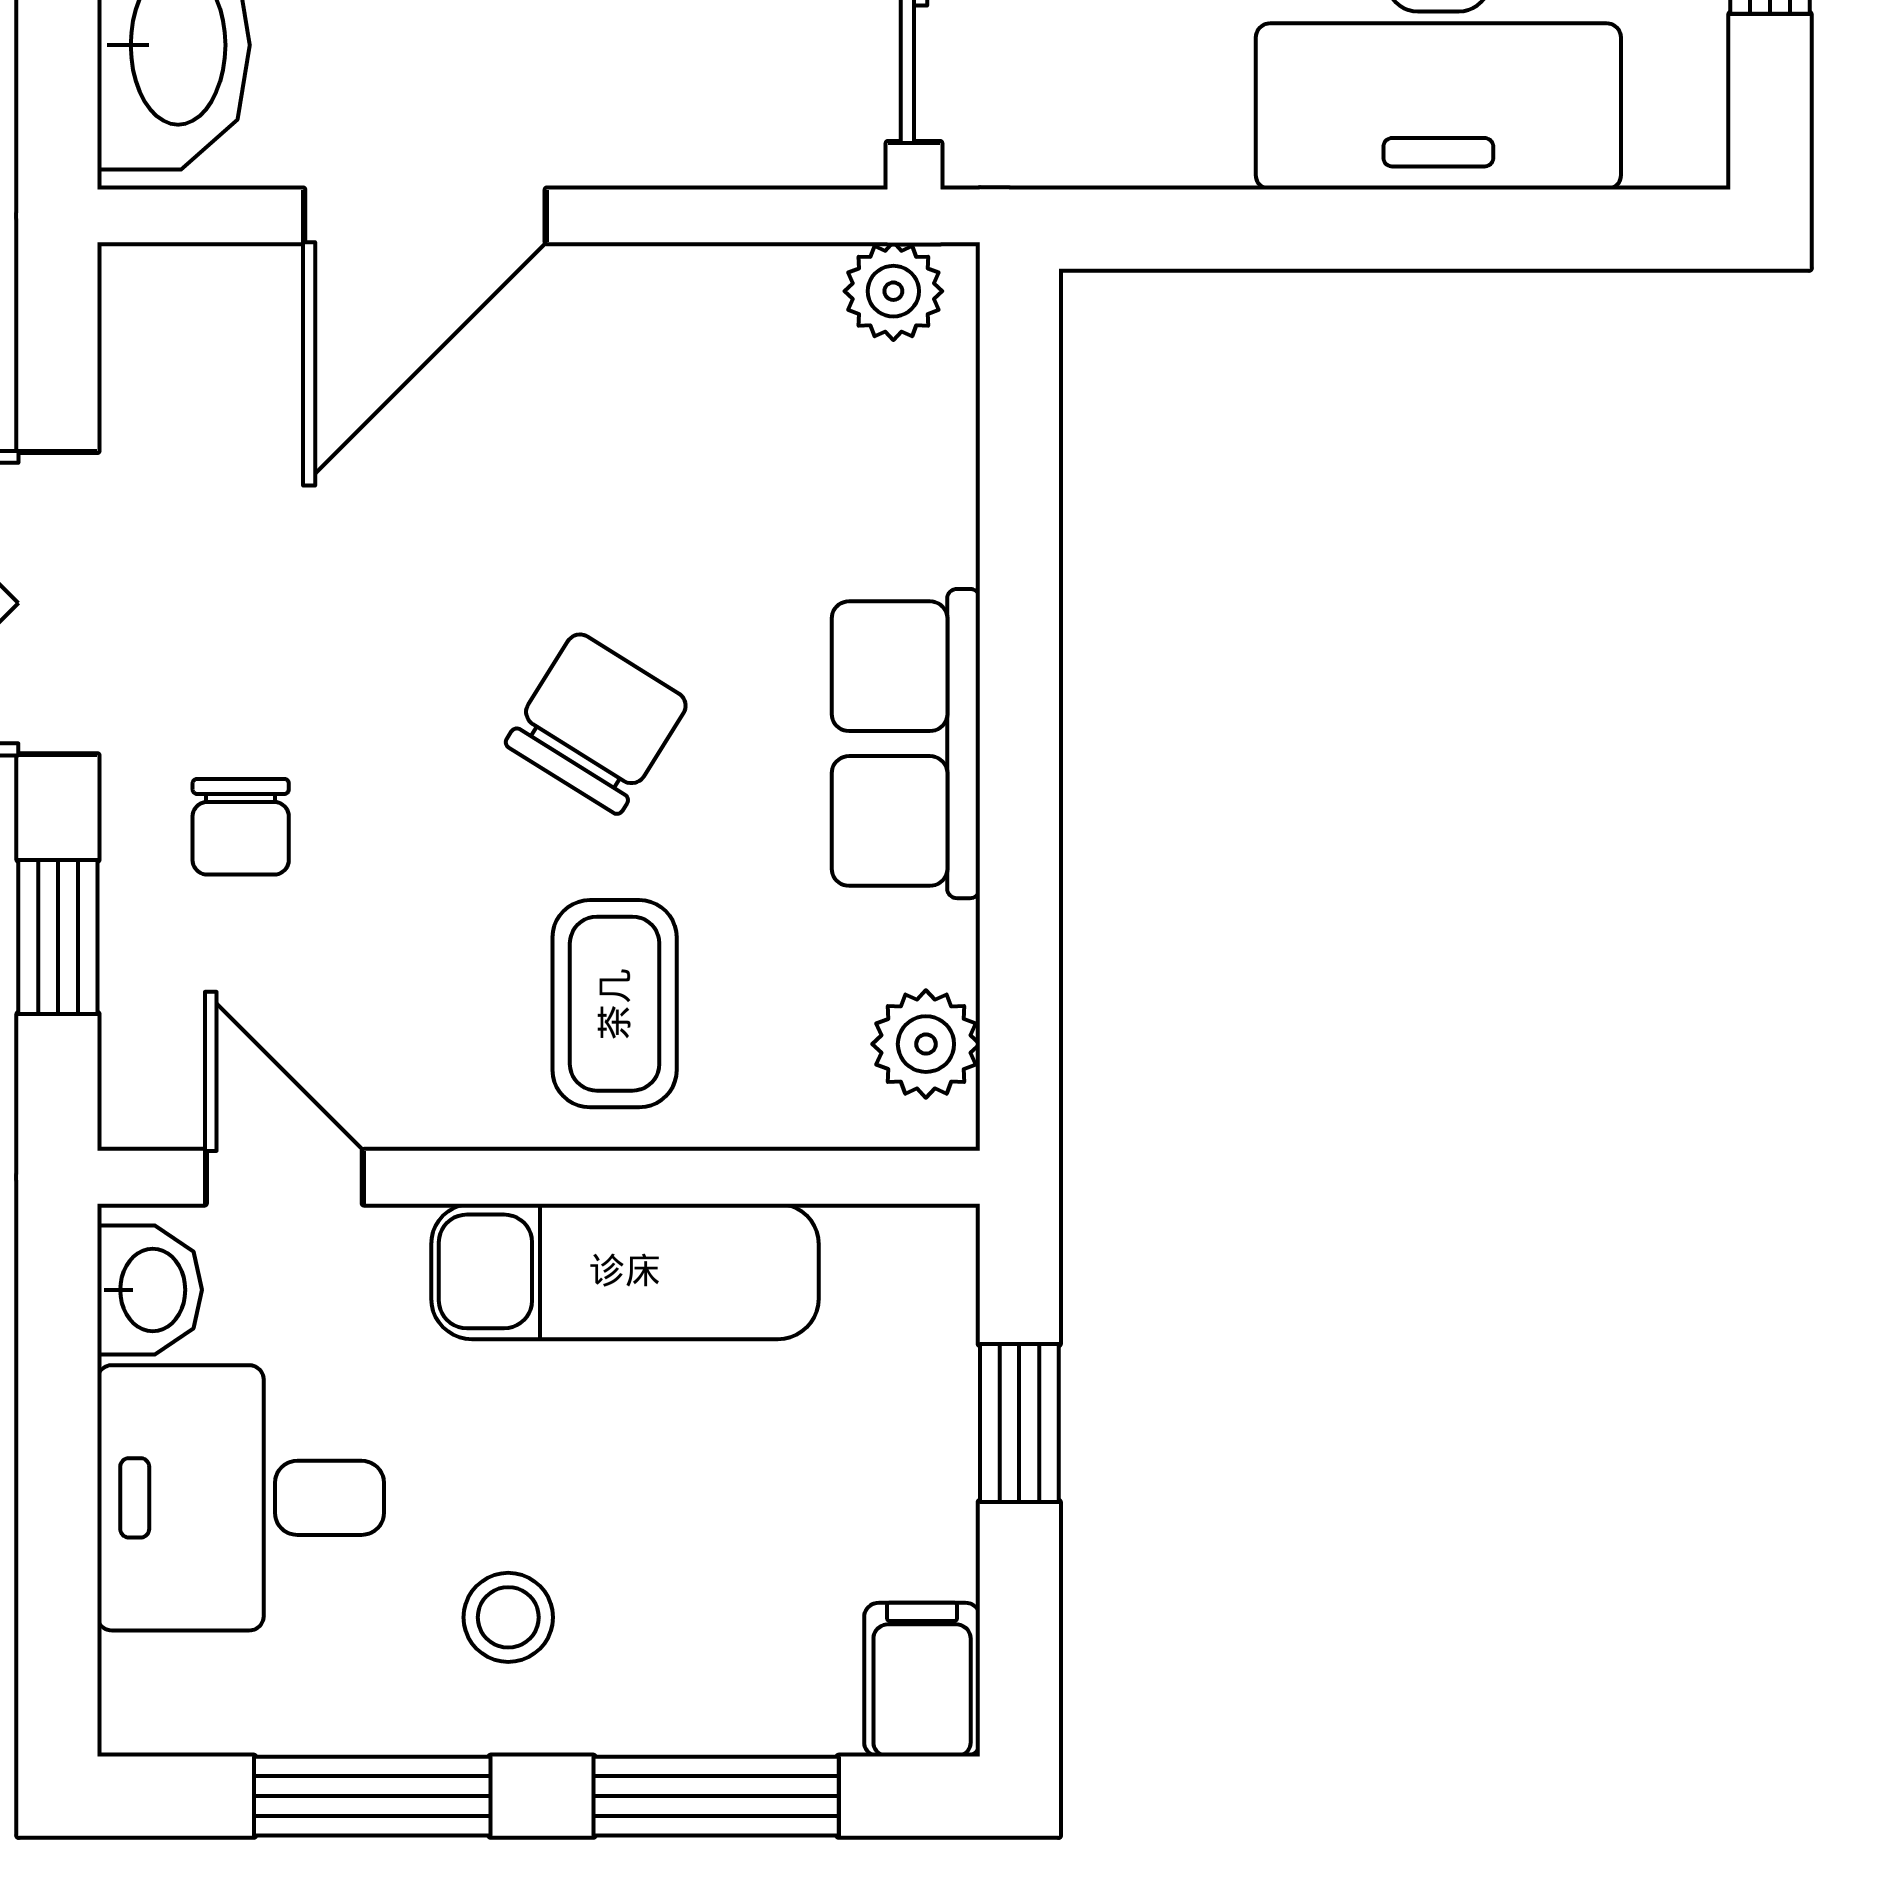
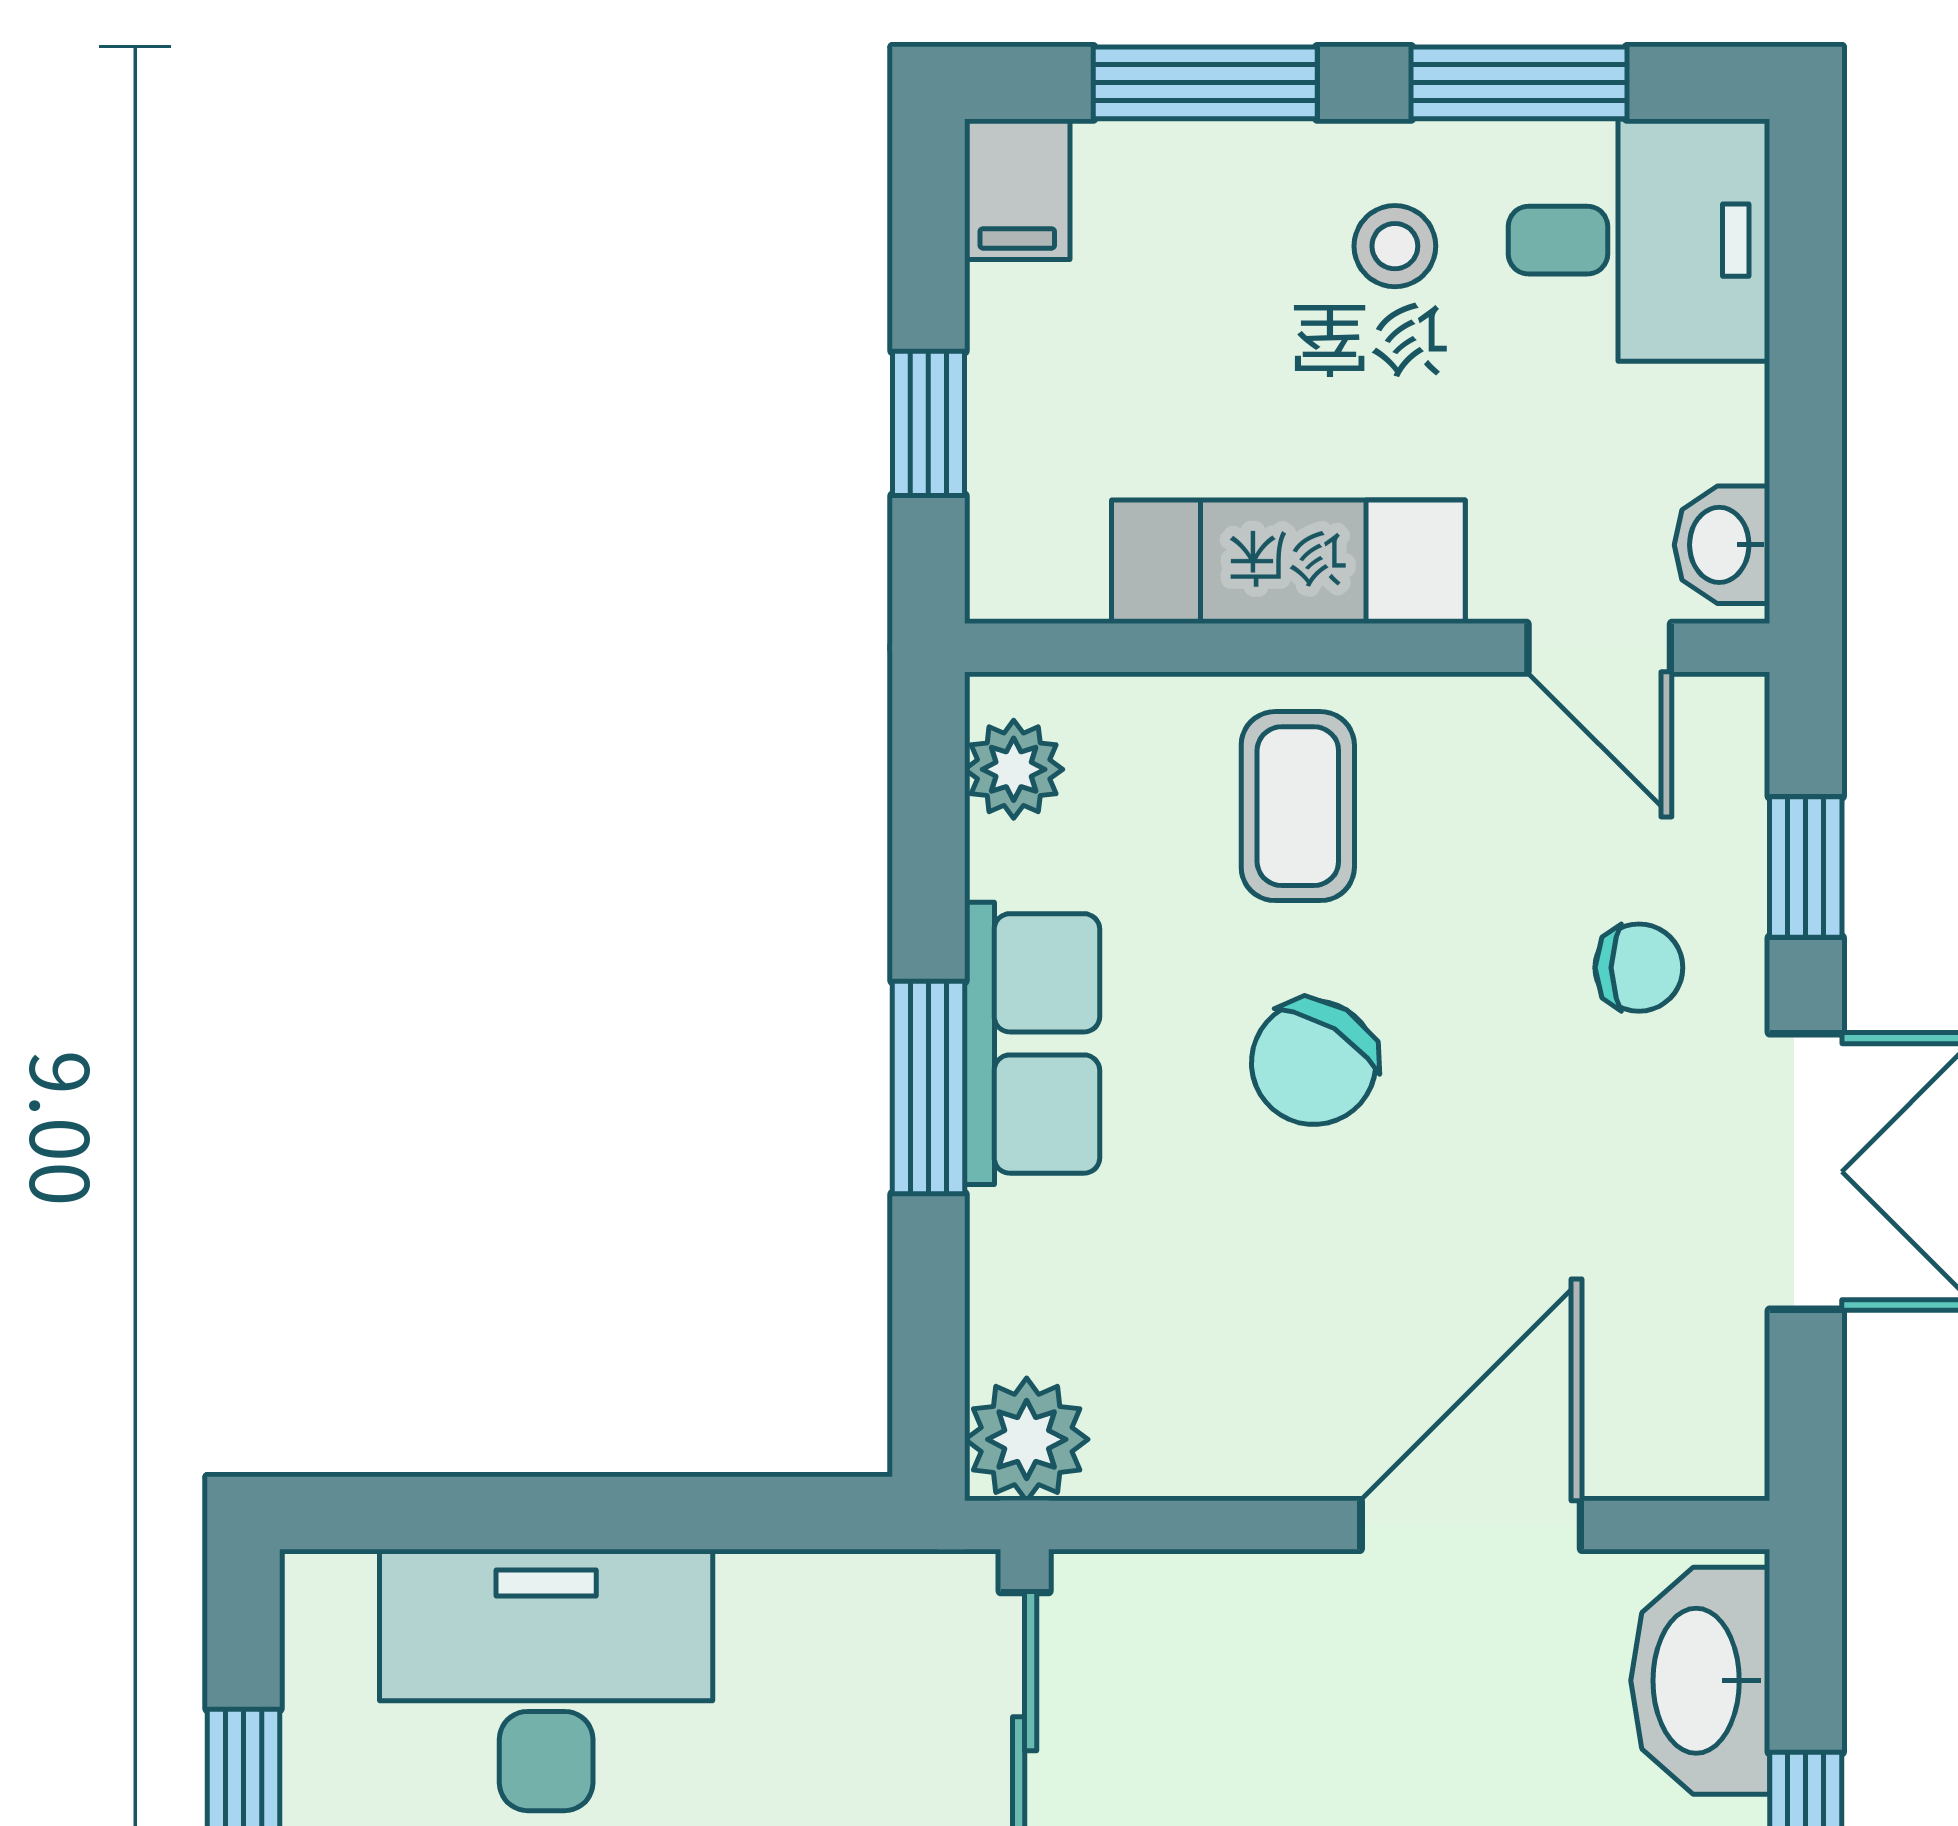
plant: (893, 291) -> (1027, 1439), width x1.38, depth x1.38
window: (1019, 695) -> (928, 1087), added
chair: (241, 827) -> (1639, 968), turned 90
desk: (241, 1498) -> (1639, 240), moved

